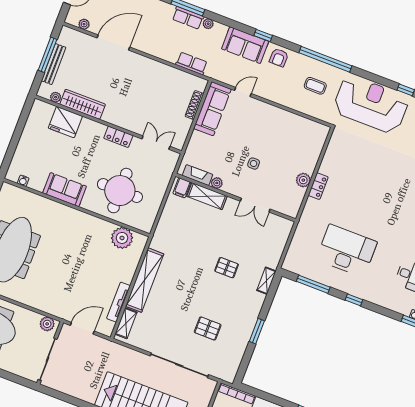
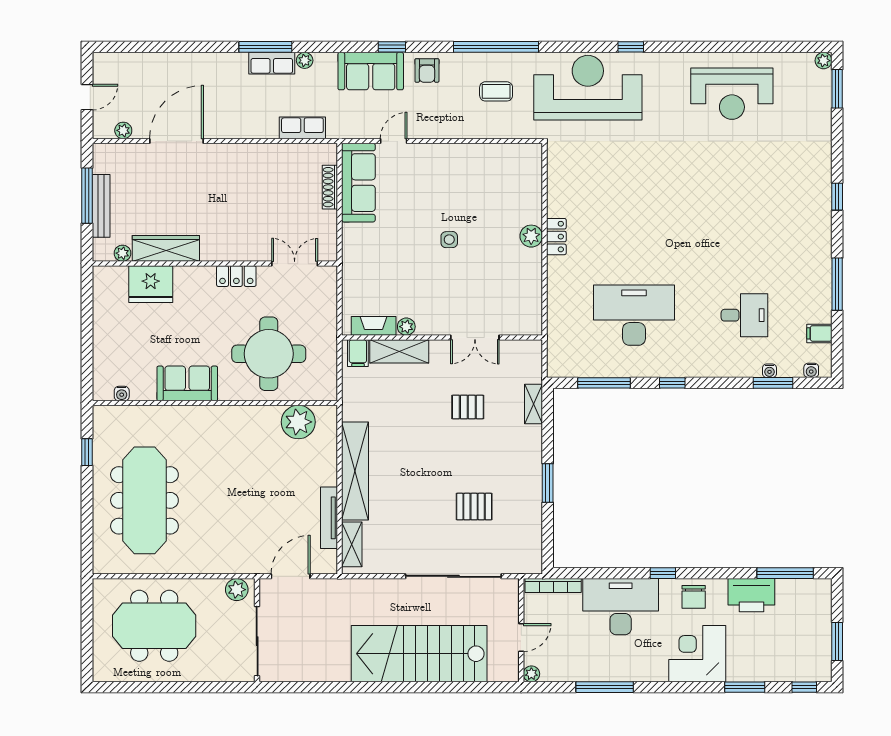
fireplace: (197, 175) -> (374, 326), moved
plant: (217, 183) -> (406, 327), moved
filing cabinet: (182, 188) -> (358, 353), moved
shelving: (207, 196) -> (399, 351), moved
wall: (236, 198) -> (442, 337), moved
double door: (255, 205) -> (475, 337), moved

